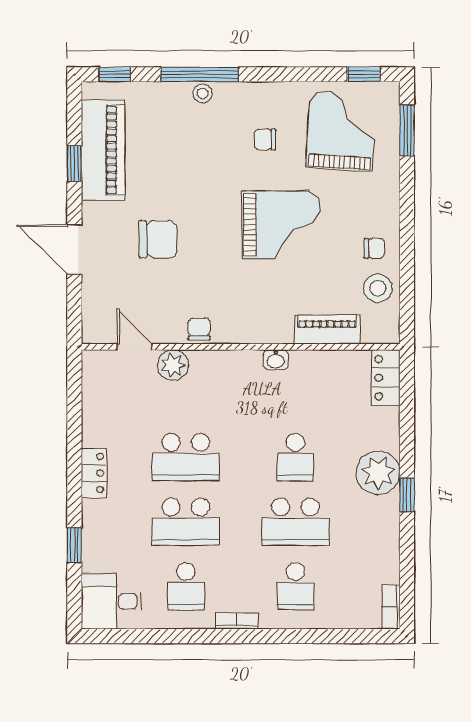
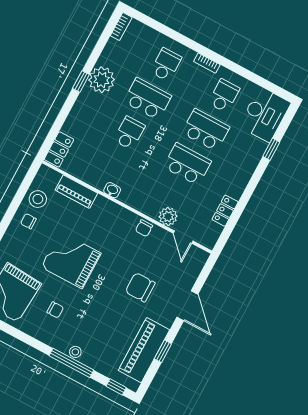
locker: (94, 473) -> (225, 211), moved
plant: (378, 473) -> (102, 80), moved
desk: (111, 601) -> (265, 114), width x1.37

